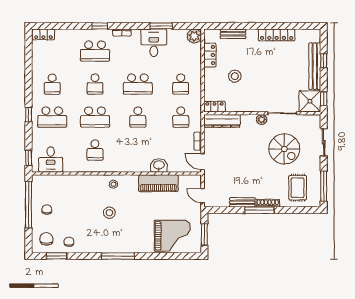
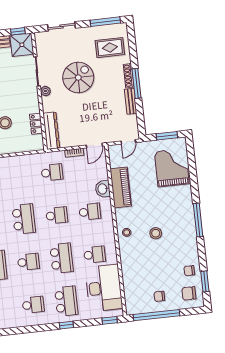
school desk: (181, 84) -> (90, 212), moved
locker: (214, 107) -> (36, 124), moved
spiral stairs: (284, 149) -> (78, 77), moved
desk: (51, 159) -> (104, 288), width x1.87, depth x1.30

